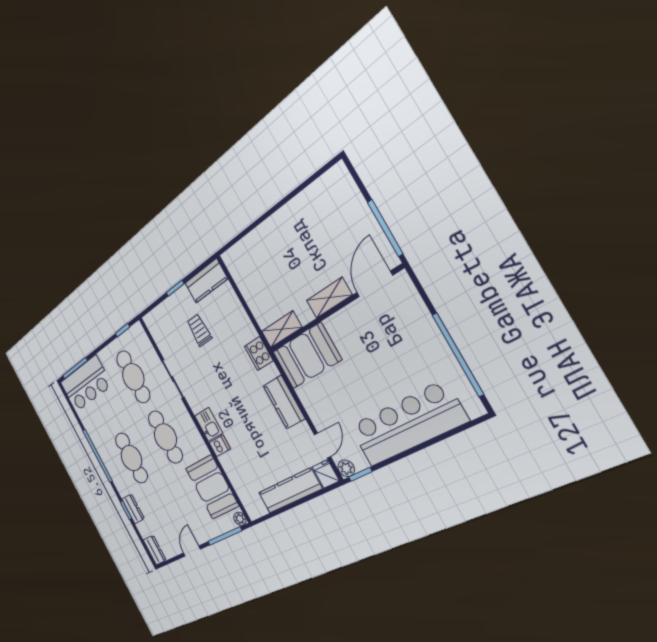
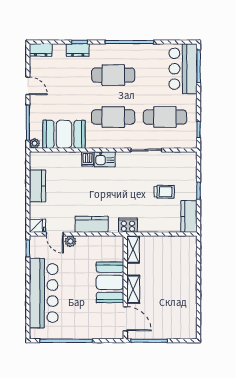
booth: (307, 356) -> (110, 282), moved
plant: (346, 468) -> (70, 241), moved
kitchen counter: (290, 491) -> (37, 186), width x0.67

